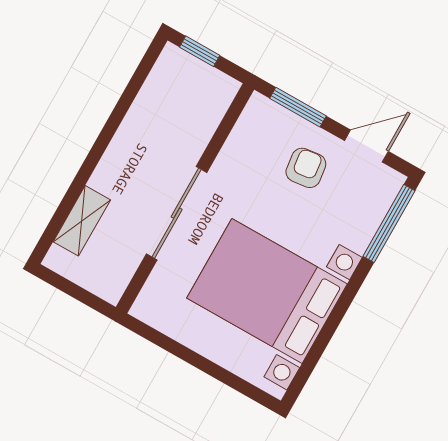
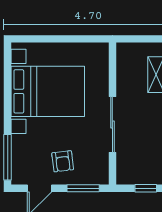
sliding door: (177, 213) -> (112, 124), moved

